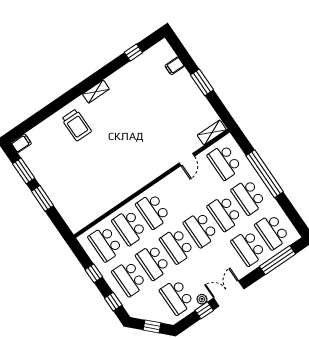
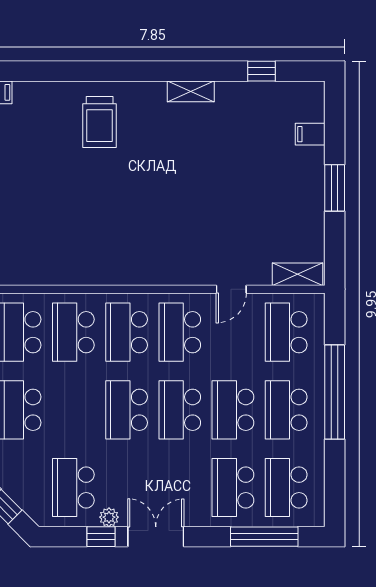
shelving: (96, 92) -> (191, 91), moved
school desk: (153, 262) -> (180, 332), moved

